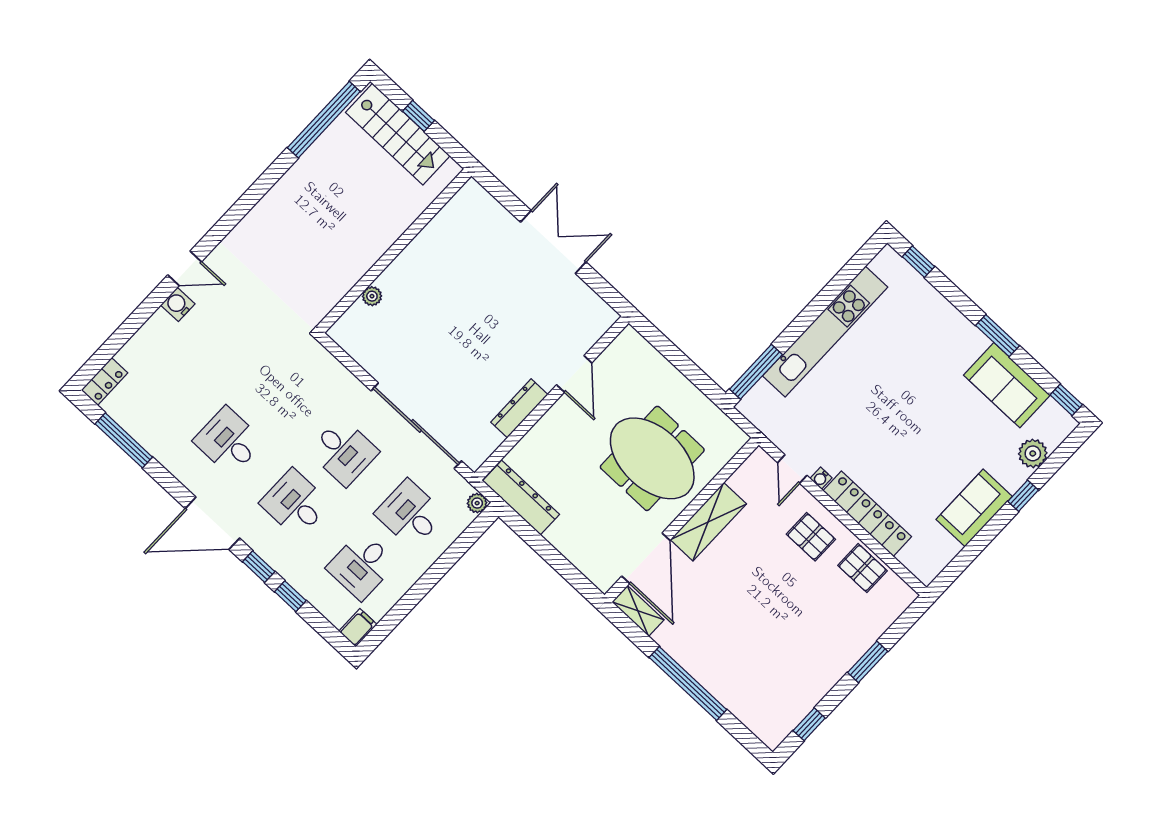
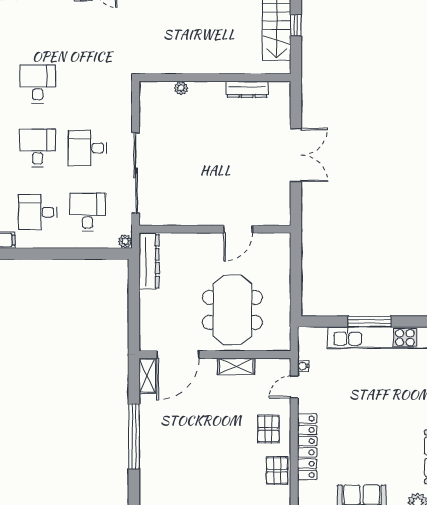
window: (756, 372) -> (370, 321), moved
dresser: (519, 408) -> (247, 89), moved, turned 180
desk: (343, 452) -> (87, 148), turned 90
water cooler: (821, 478) -> (303, 366), moved
shelving: (708, 522) -> (236, 366), width x0.67, depth x0.75

